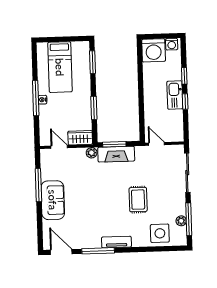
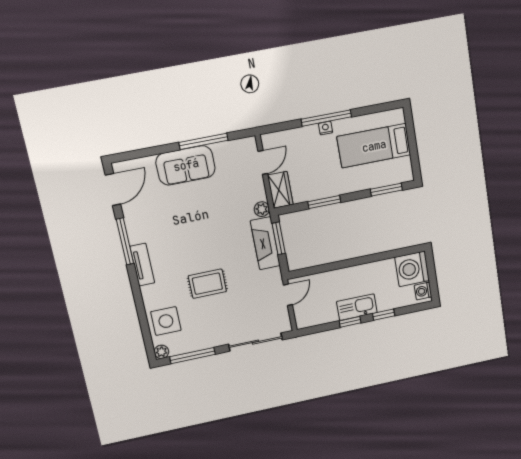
plant: (181, 221) -> (161, 352), moved

